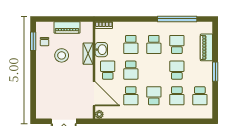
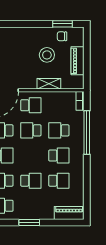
window: (177, 19) -> (87, 133), moved
school desk: (154, 44) -> (59, 156), turned 180
piano: (206, 47) -> (69, 213), moved
washbasin: (101, 50) -> (53, 98), removed

